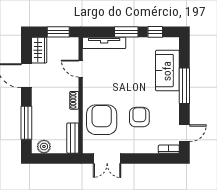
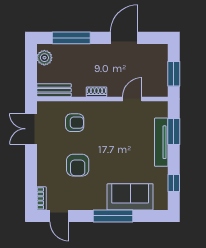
window: (126, 32) -> (174, 131), moved
tv unit: (104, 43) -> (161, 142), moved
wardrobe: (39, 50) -> (153, 52), removed
armchair: (139, 117) -> (78, 165), turned 90
armchair: (102, 120) -> (75, 123), width x0.53, depth x0.53

